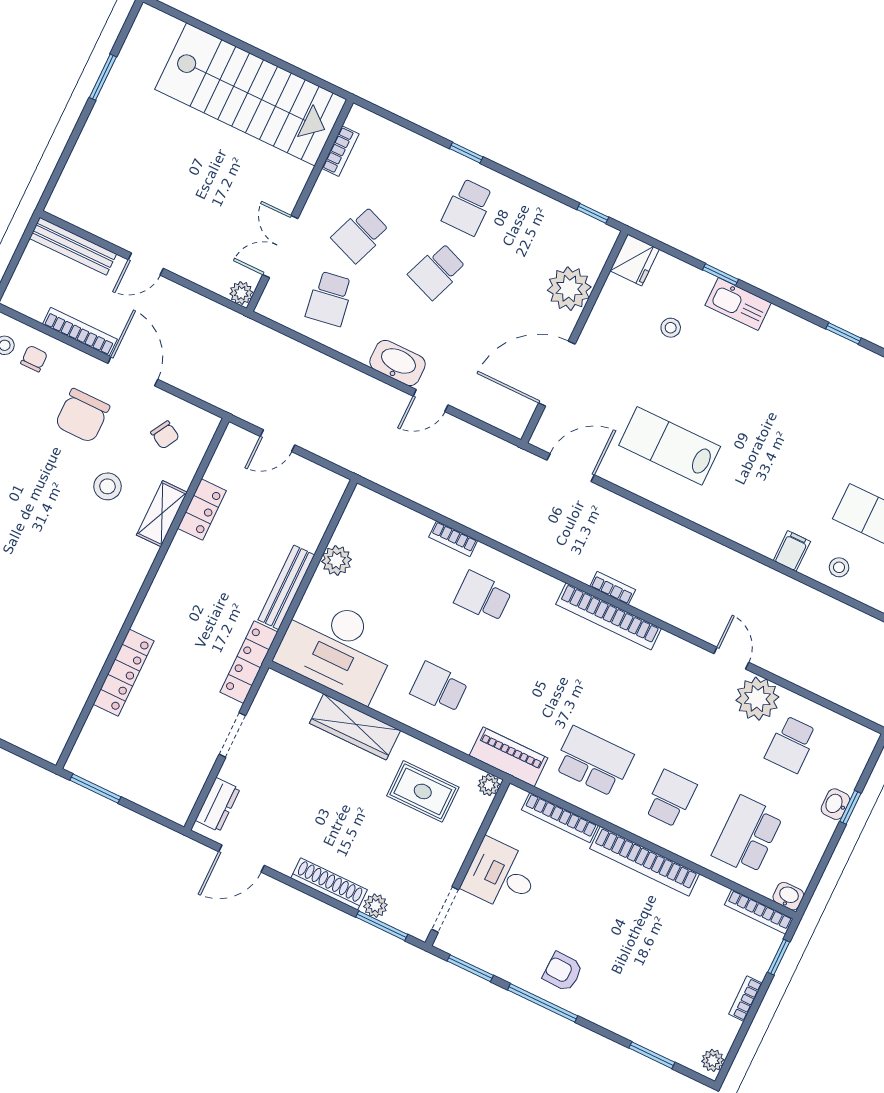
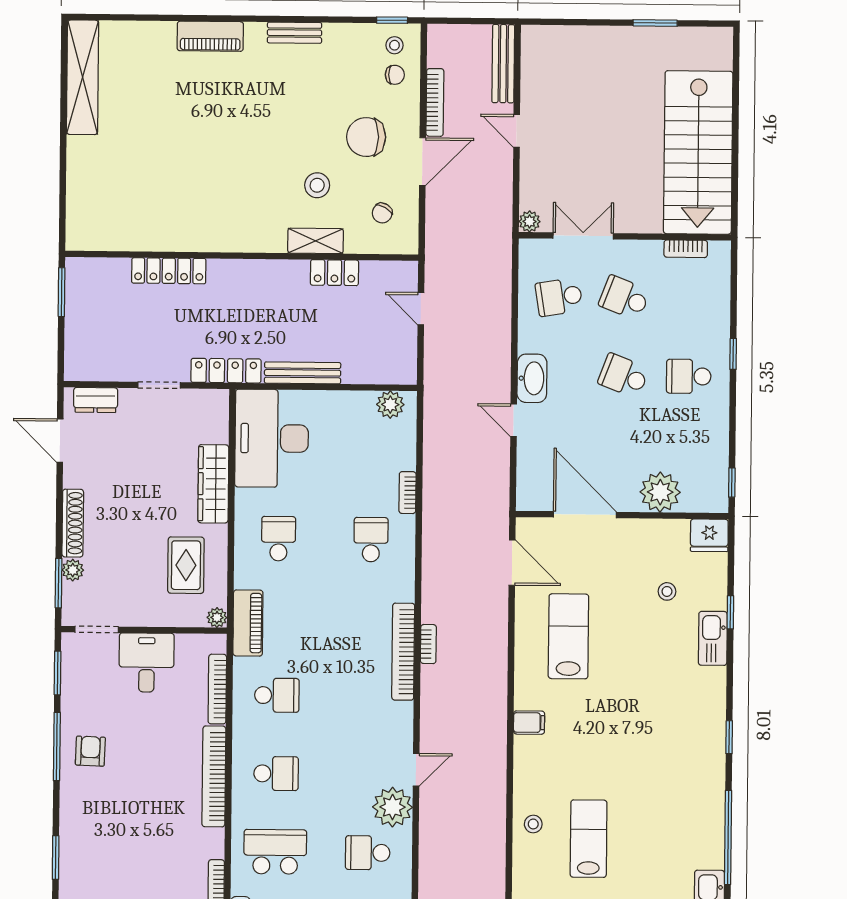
filing cabinet: (792, 551) -> (529, 723), moved
plant: (336, 560) -> (390, 405), moved
school desk: (593, 761) -> (277, 695), width x0.54

